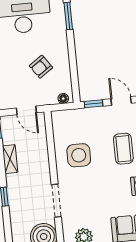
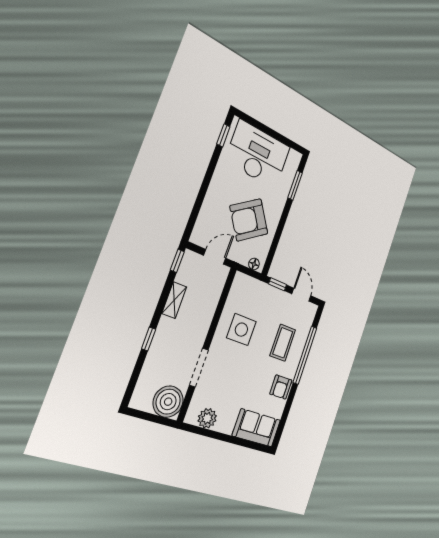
armchair: (41, 67) -> (249, 220), width x1.88, depth x1.88
door: (26, 110) -> (215, 257), swing flipped

